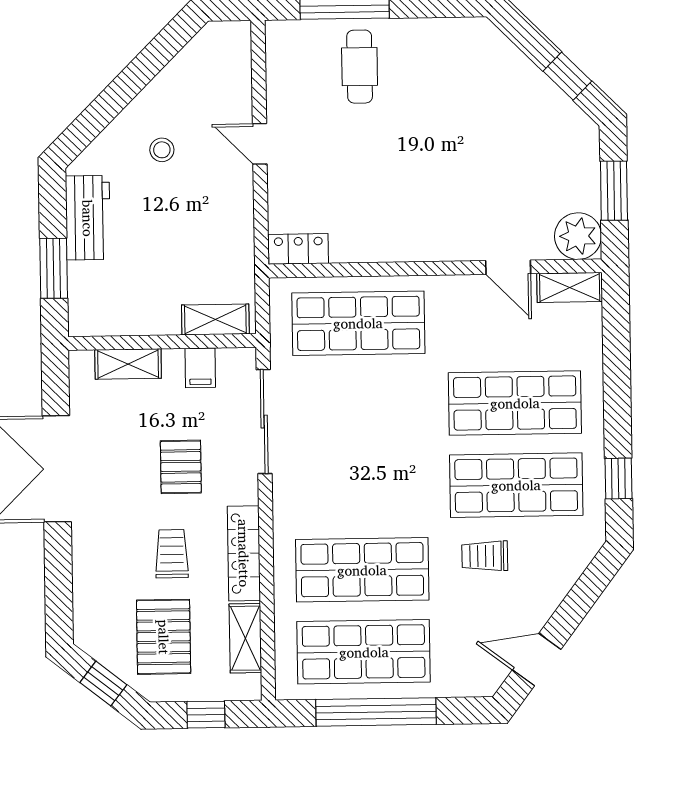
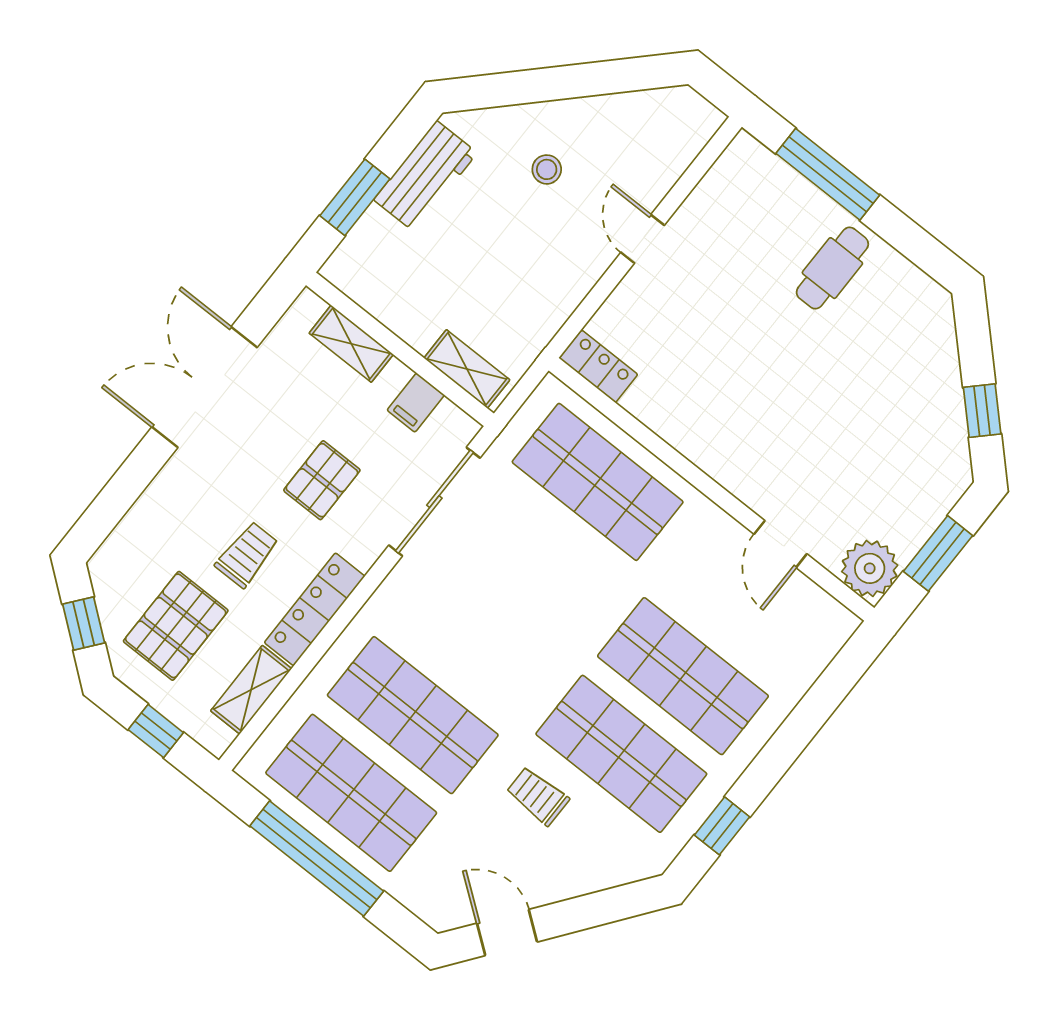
cafe table: (360, 67) -> (832, 268), moved
shelving: (570, 288) -> (822, 610), removed

